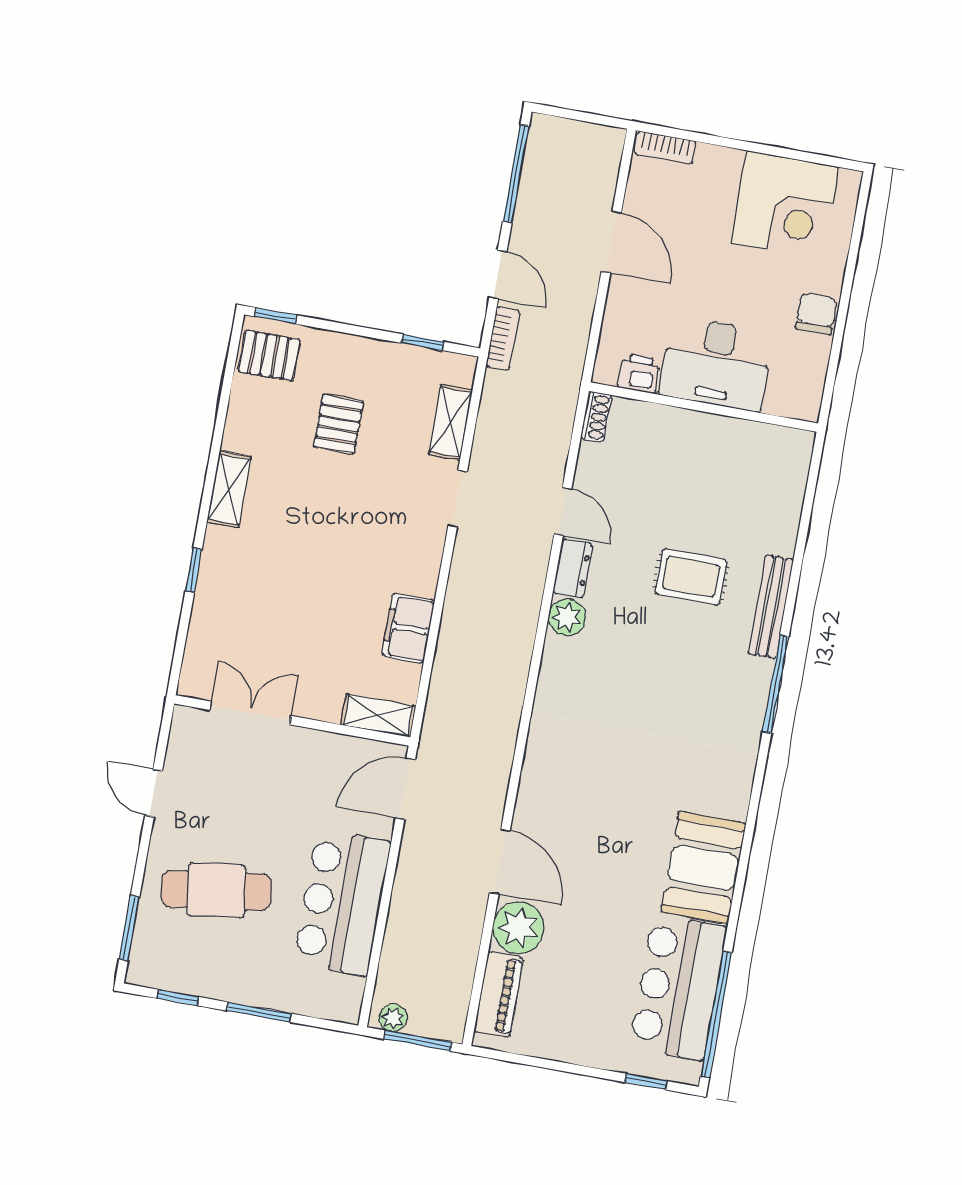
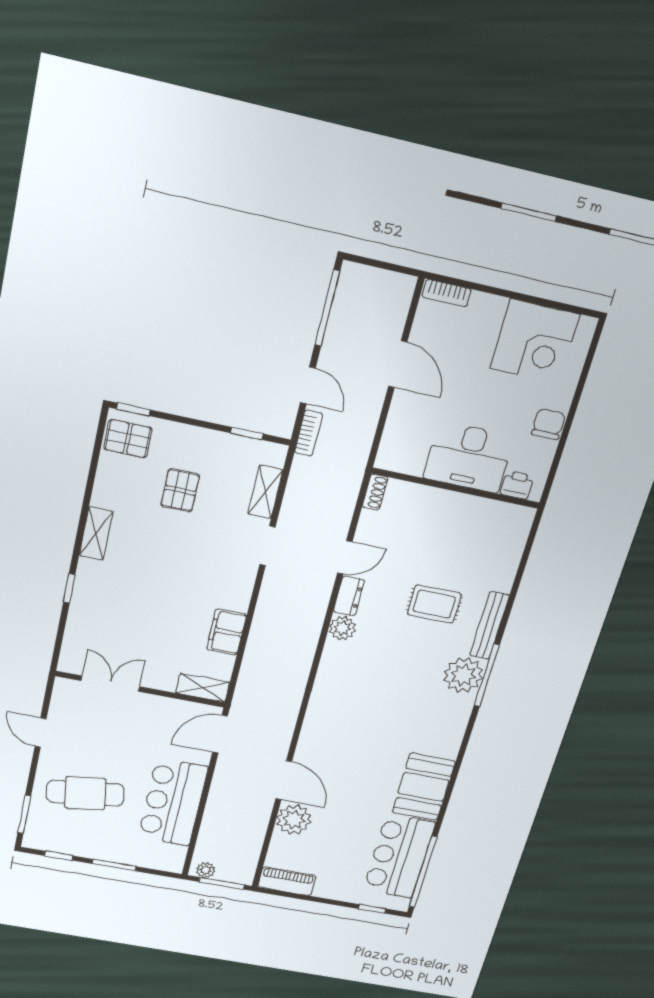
printer: (639, 374) -> (517, 485), moved
door: (563, 512) -> (345, 557), hinge flipped
plant: (743, 684) -> (463, 675), added
piano: (499, 995) -> (287, 881), moved, turned -90

